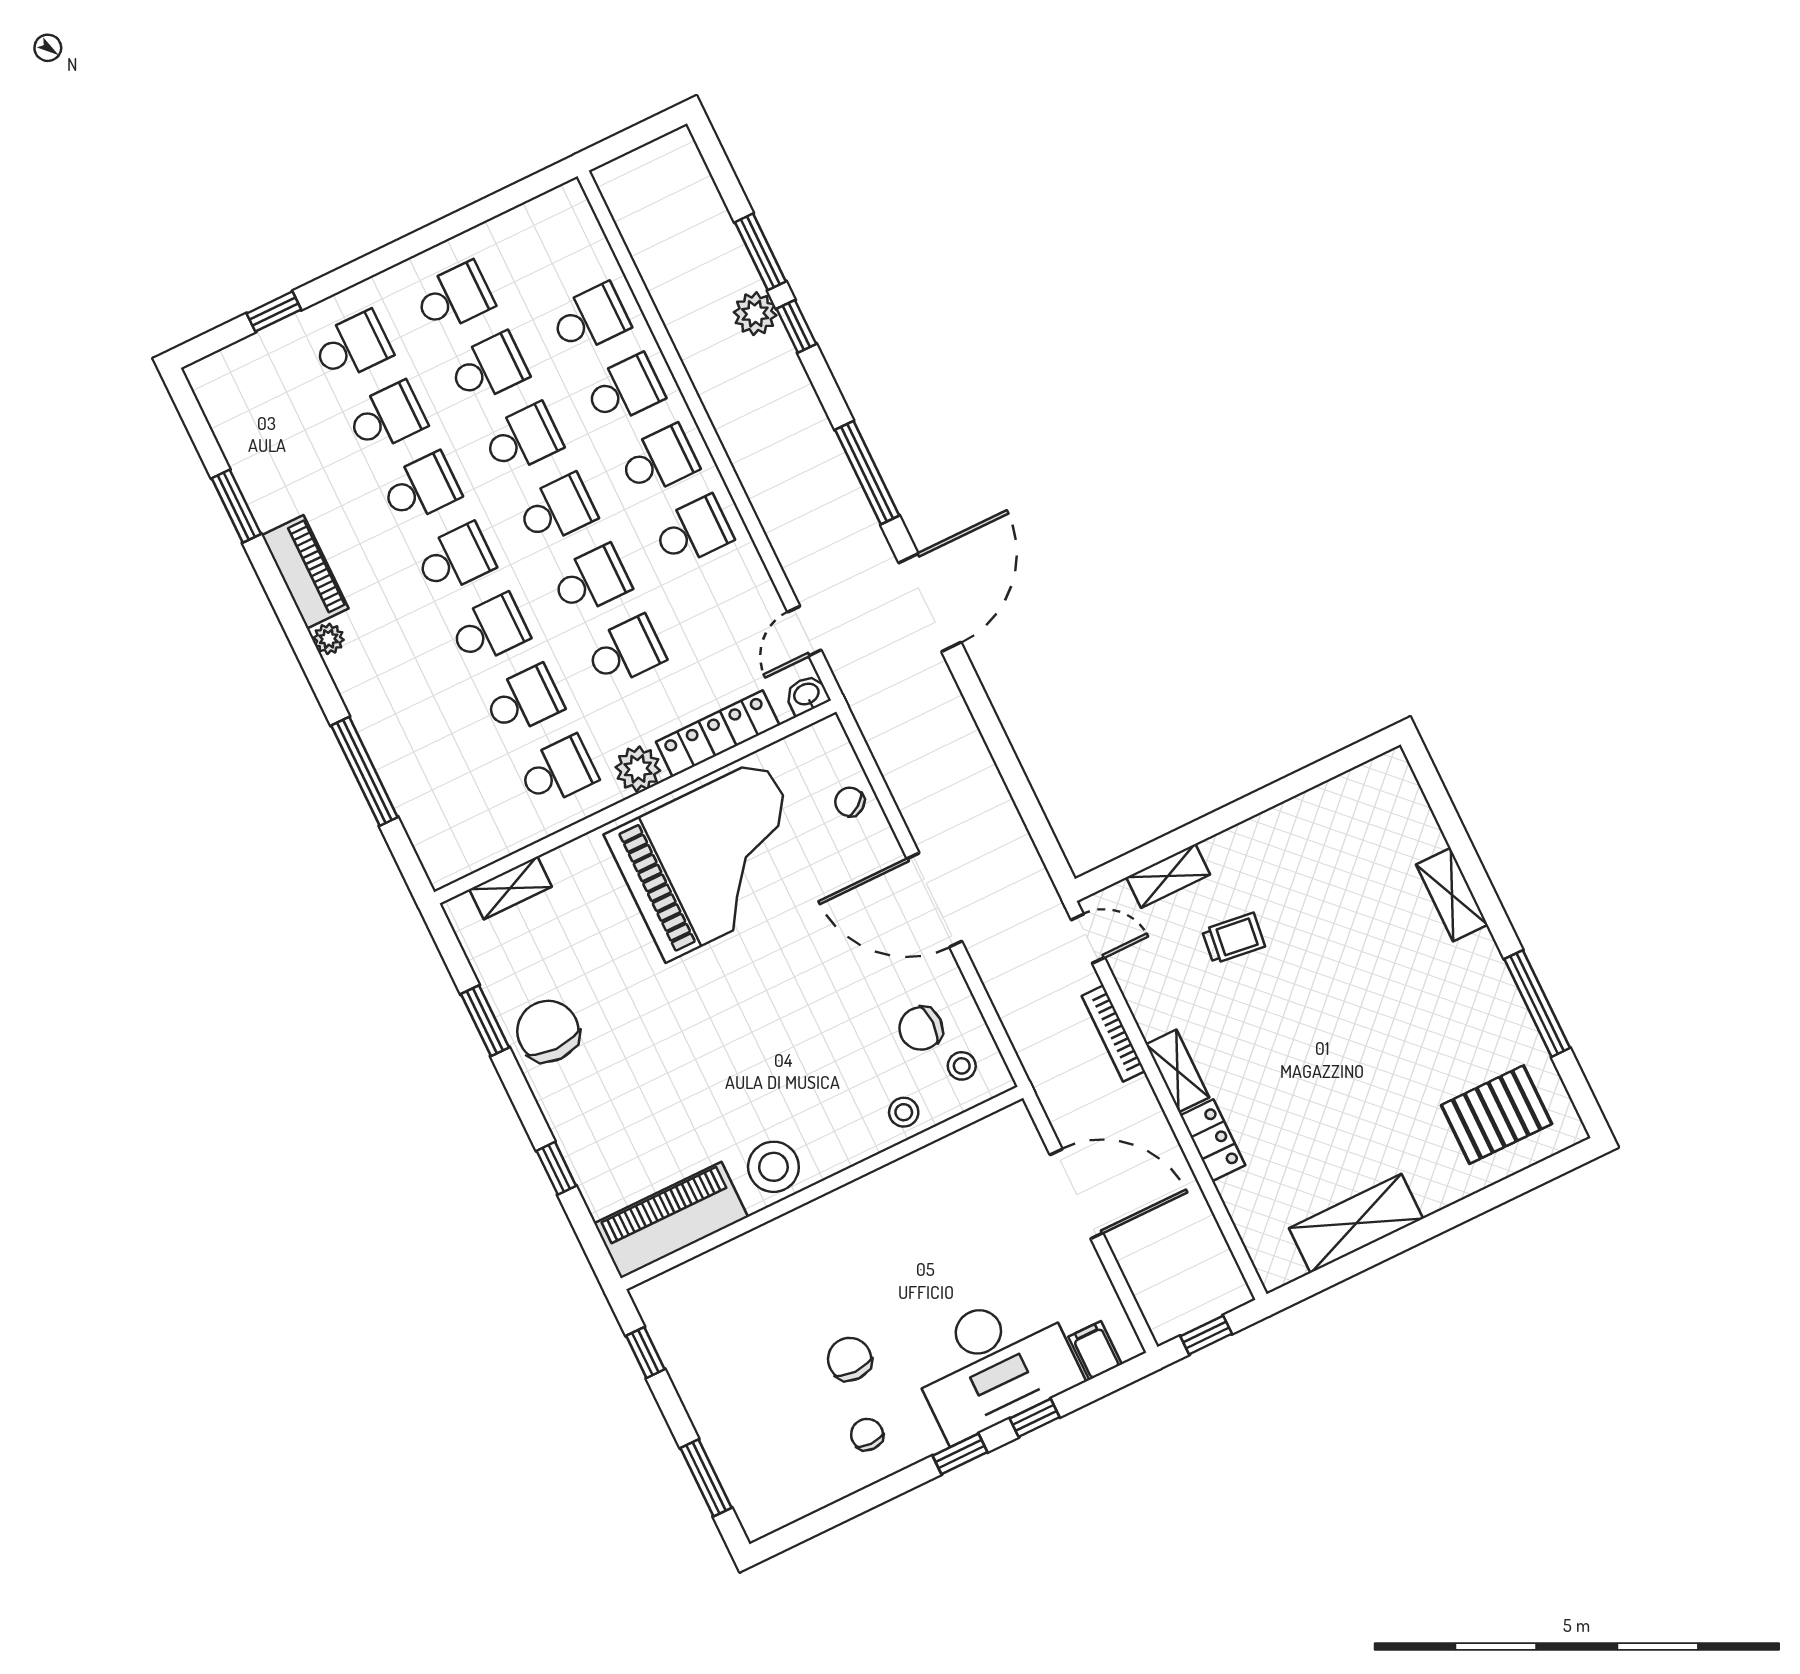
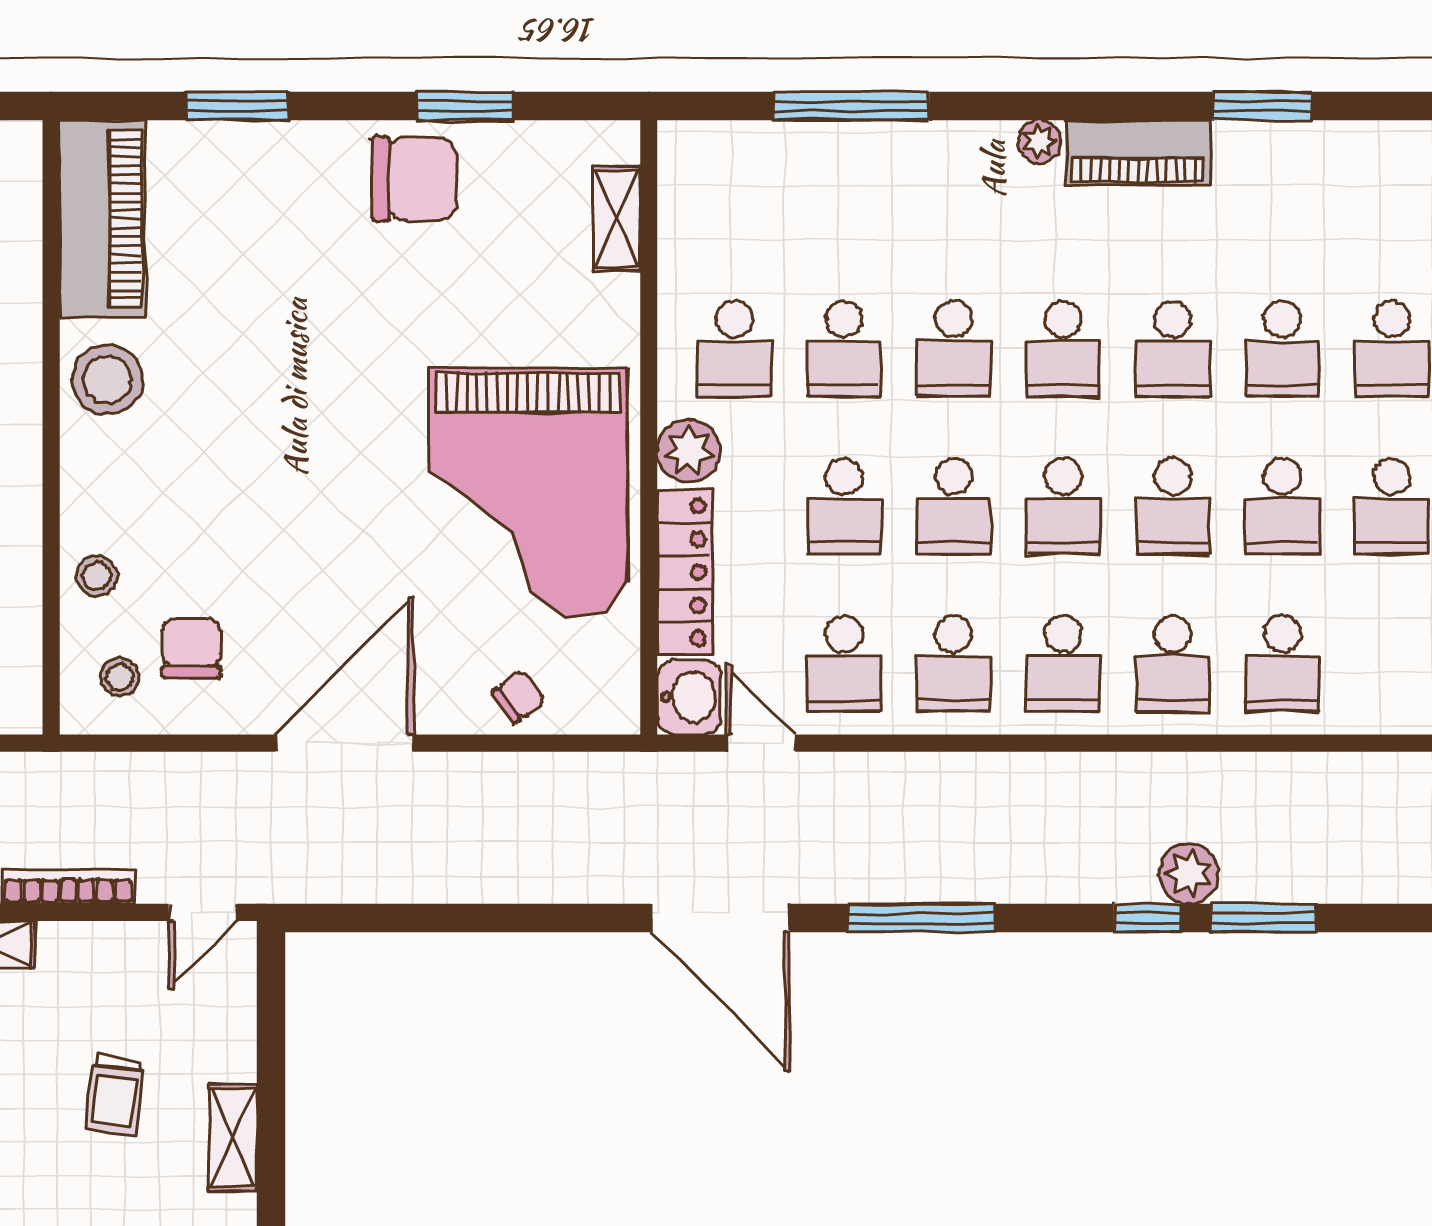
school desk: (727, 602) -> (844, 664), added
washbasin: (807, 695) -> (689, 697), width x1.38, depth x1.45
shelving: (1168, 876) -> (233, 1138), moved
window: (556, 1168) -> (237, 106), width x1.50

